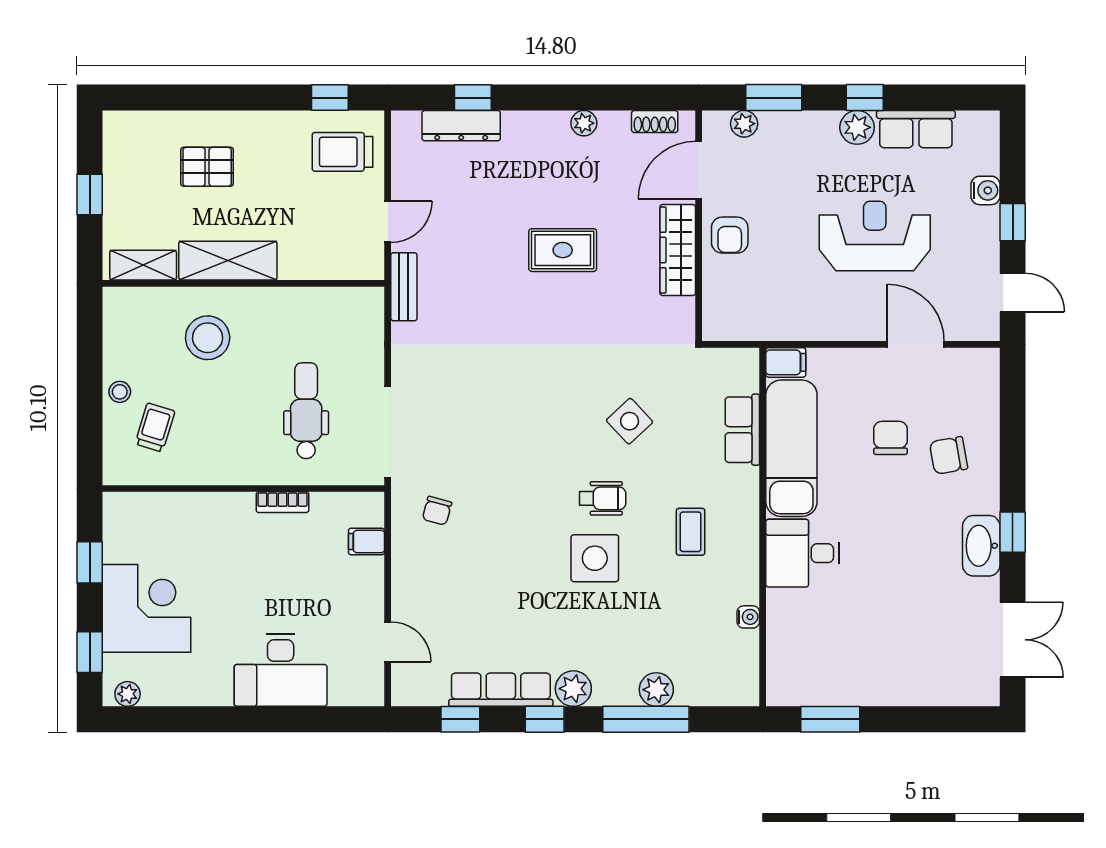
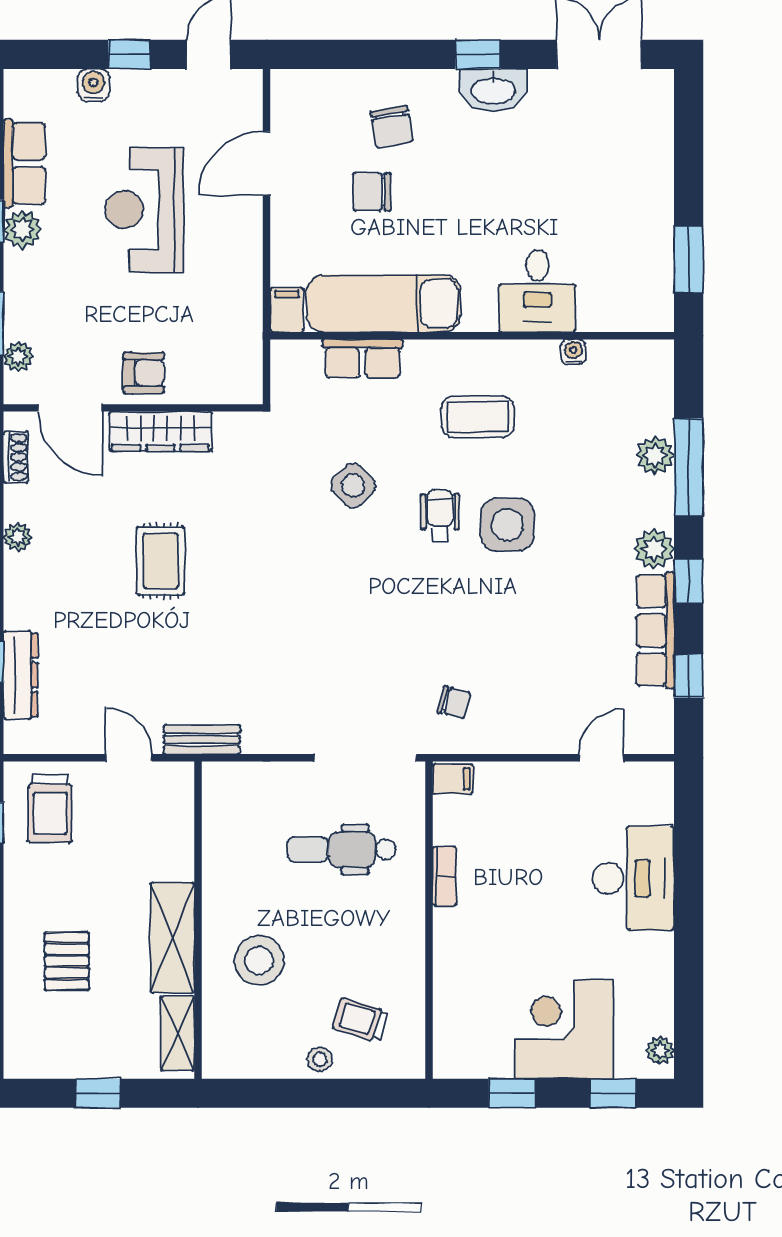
coffee table: (691, 532) -> (478, 417), width x1.36, depth x1.30
filing cabinet: (366, 542) -> (453, 779), moved, turned -90
desk: (803, 553) -> (537, 291), moved

